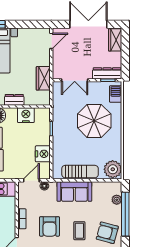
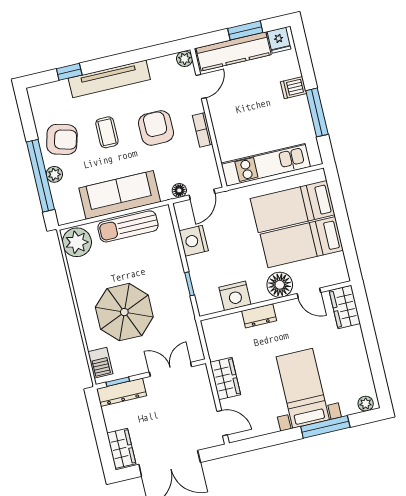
door: (51, 41) -> (222, 423), swing flipped
wardrobe: (43, 78) -> (225, 379), moved
sofa: (74, 192) -> (120, 195), width x1.36
plant: (117, 200) -> (54, 174), moved

